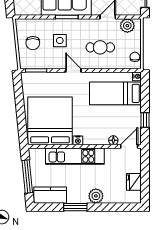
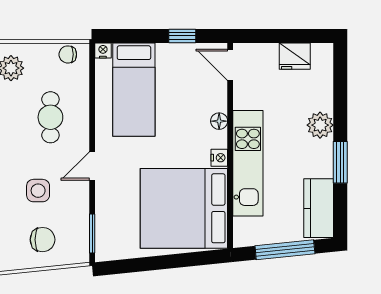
floor lamp: (113, 140) -> (219, 121), moved

